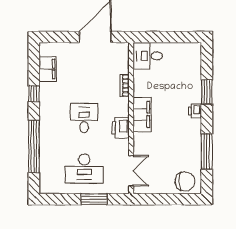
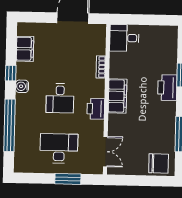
water cooler: (46, 107) -> (22, 86), added
printer: (195, 111) -> (167, 88), width x1.87, depth x1.48
desk: (84, 118) -> (60, 98), turned 180
desk: (84, 169) -> (59, 148), turned 180

